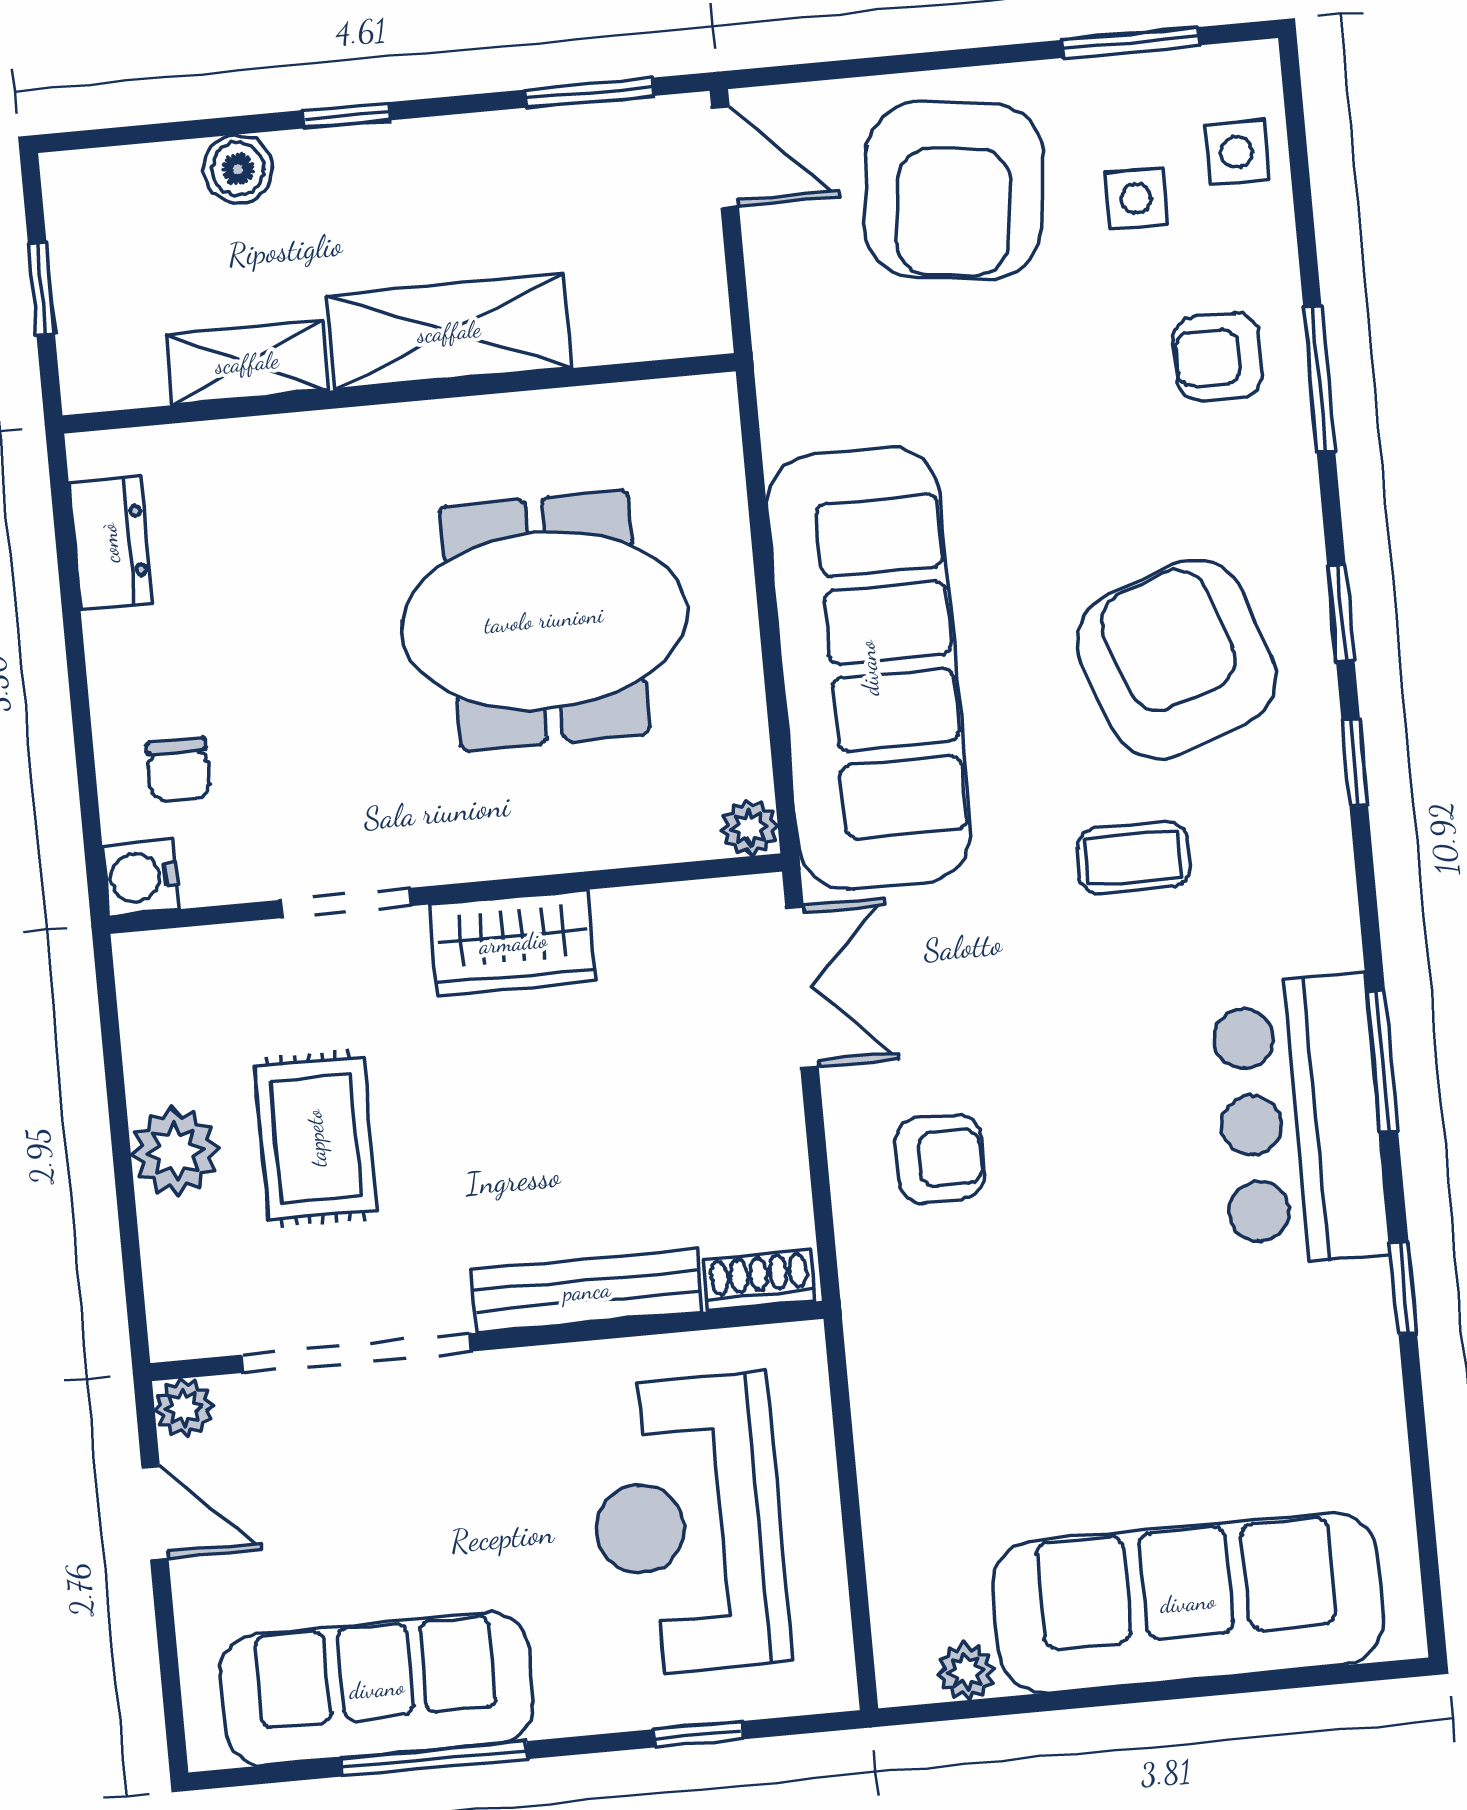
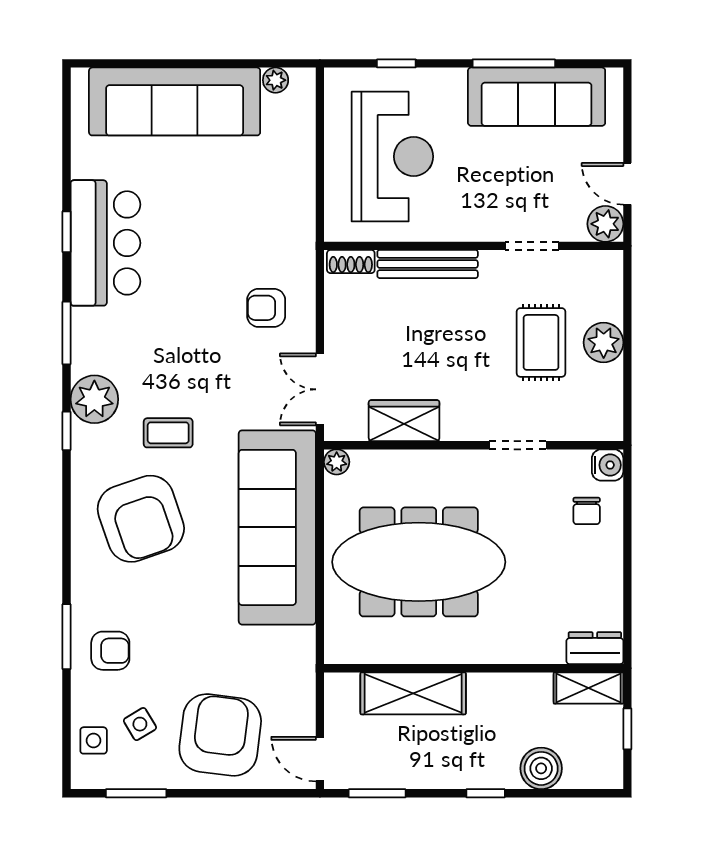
boiler: (238, 169) -> (541, 768), width x1.36, depth x1.36
side table: (1136, 199) -> (140, 724), turned -31
shelving: (449, 332) -> (413, 693), moved
shelving: (247, 363) -> (588, 688), moved
dresser: (110, 543) -> (595, 648), moved, turned 90
window: (1341, 614) -> (67, 532), removed
meeting table: (544, 620) -> (419, 562), width x1.36
window: (1355, 763) -> (67, 431), moved
chair: (178, 770) -> (587, 511), turned 180
plant: (1306, 918) -> (94, 399), added
wardrobe: (513, 943) -> (404, 421), moved
bar counter: (1300, 1120) -> (105, 243), moved
doorway: (356, 1353) -> (532, 246), width x0.53
plant: (184, 1408) -> (605, 224), width x1.38, depth x1.38

